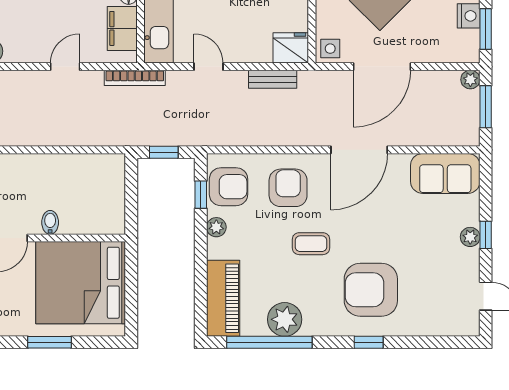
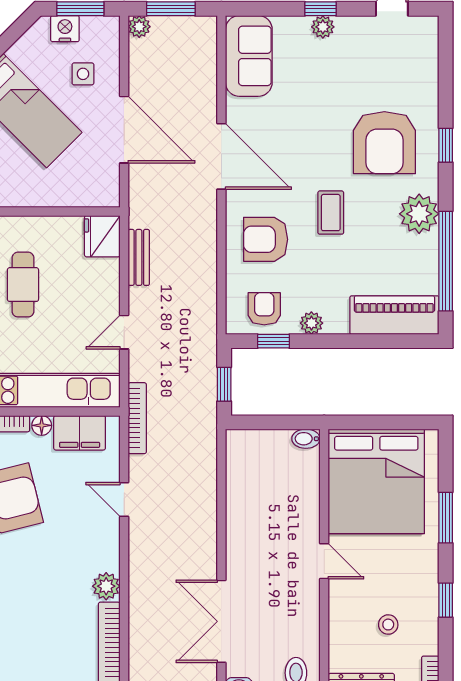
side table: (330, 49) -> (83, 74), moved
armchair: (229, 187) -> (264, 309), width x0.72, depth x0.72
bidet: (50, 222) -> (306, 439), moved
plant: (285, 319) -> (419, 214), moved

